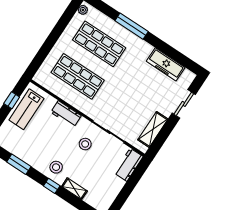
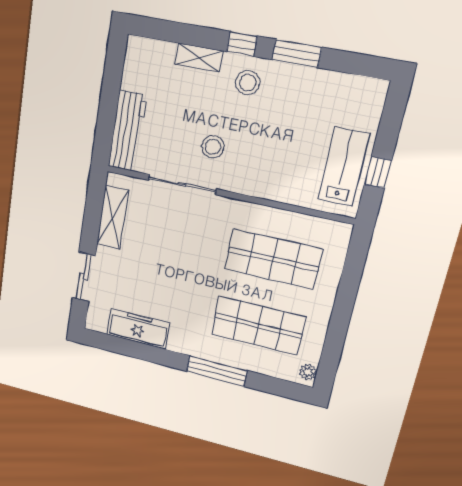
workbench: (66, 114) -> (268, 186), removed
window: (19, 164) -> (297, 53), moved
workbench: (129, 165) -> (127, 131), width x1.38

